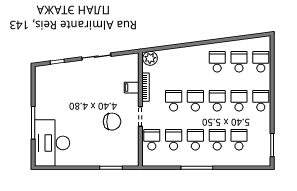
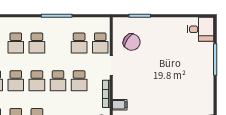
filing cabinet: (132, 88) -> (120, 105), moved
chair: (112, 122) -> (132, 42), moved, turned -146
school desk: (195, 140) -> (58, 43), removed
desk: (52, 143) -> (201, 29), width x0.53, depth x0.77

